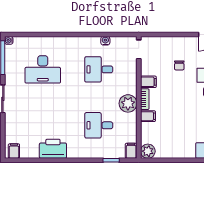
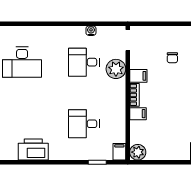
plant: (128, 103) -> (116, 69), moved

